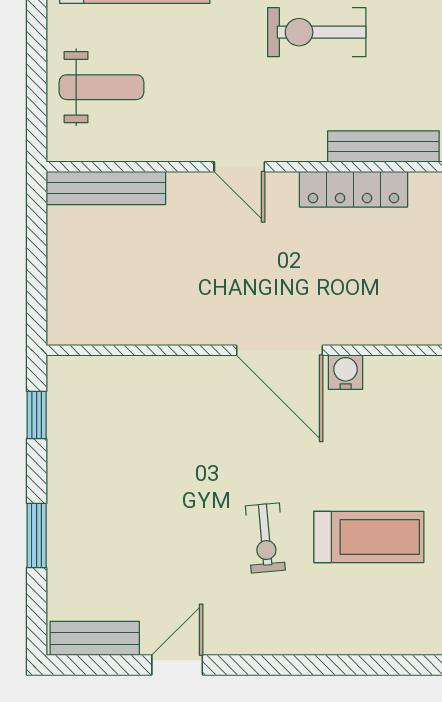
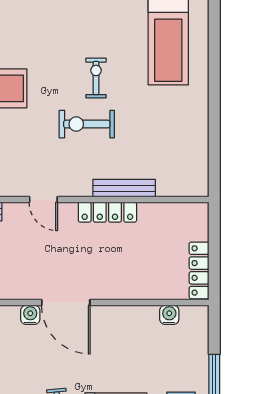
water cooler: (346, 372) -> (30, 315), moved

